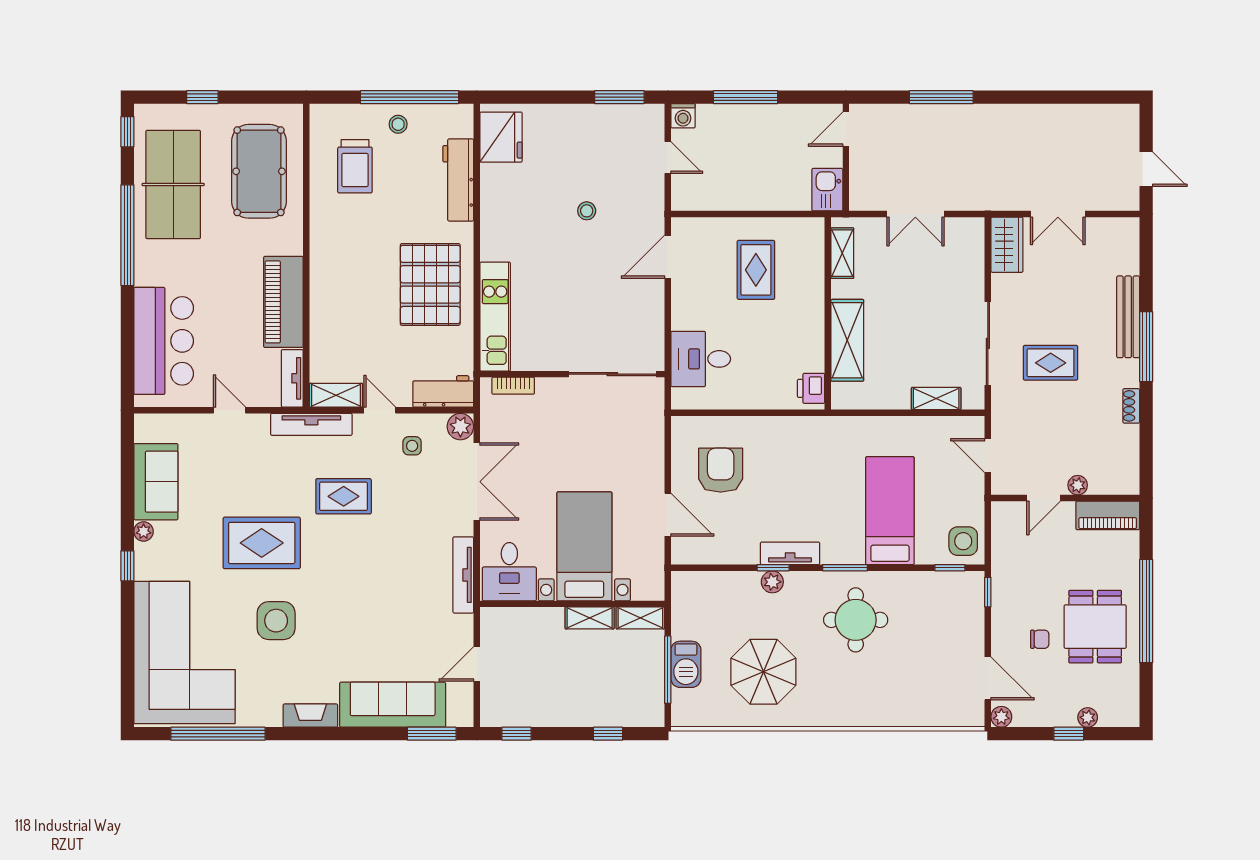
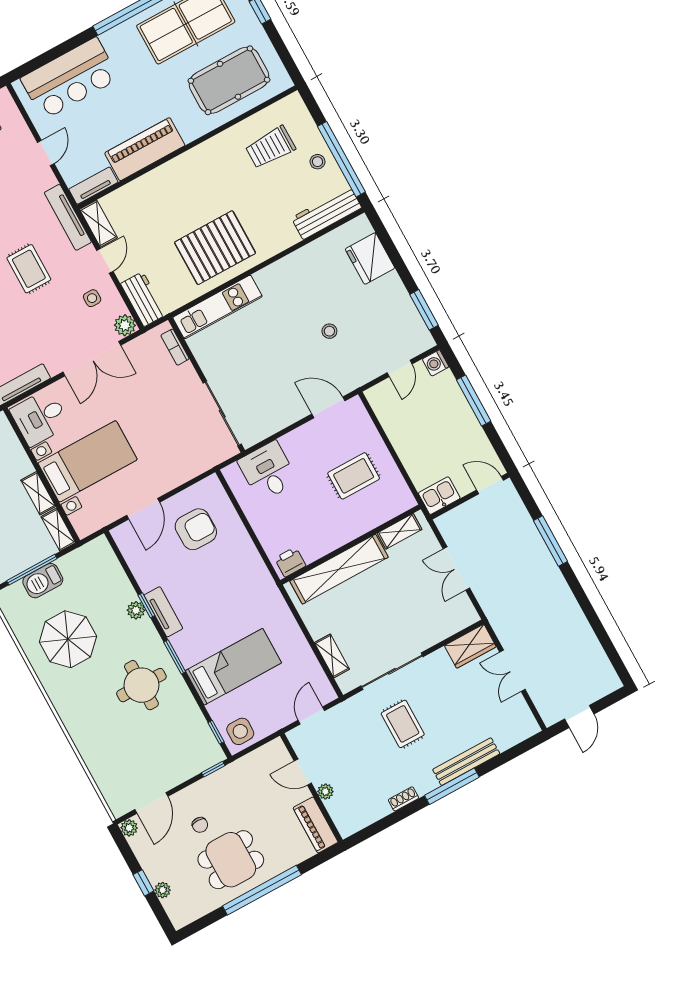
fridge: (501, 137) -> (370, 259), moved, turned 90
workbench: (458, 180) -> (326, 213), moved
shelving: (847, 340) -> (339, 569), width x1.47

